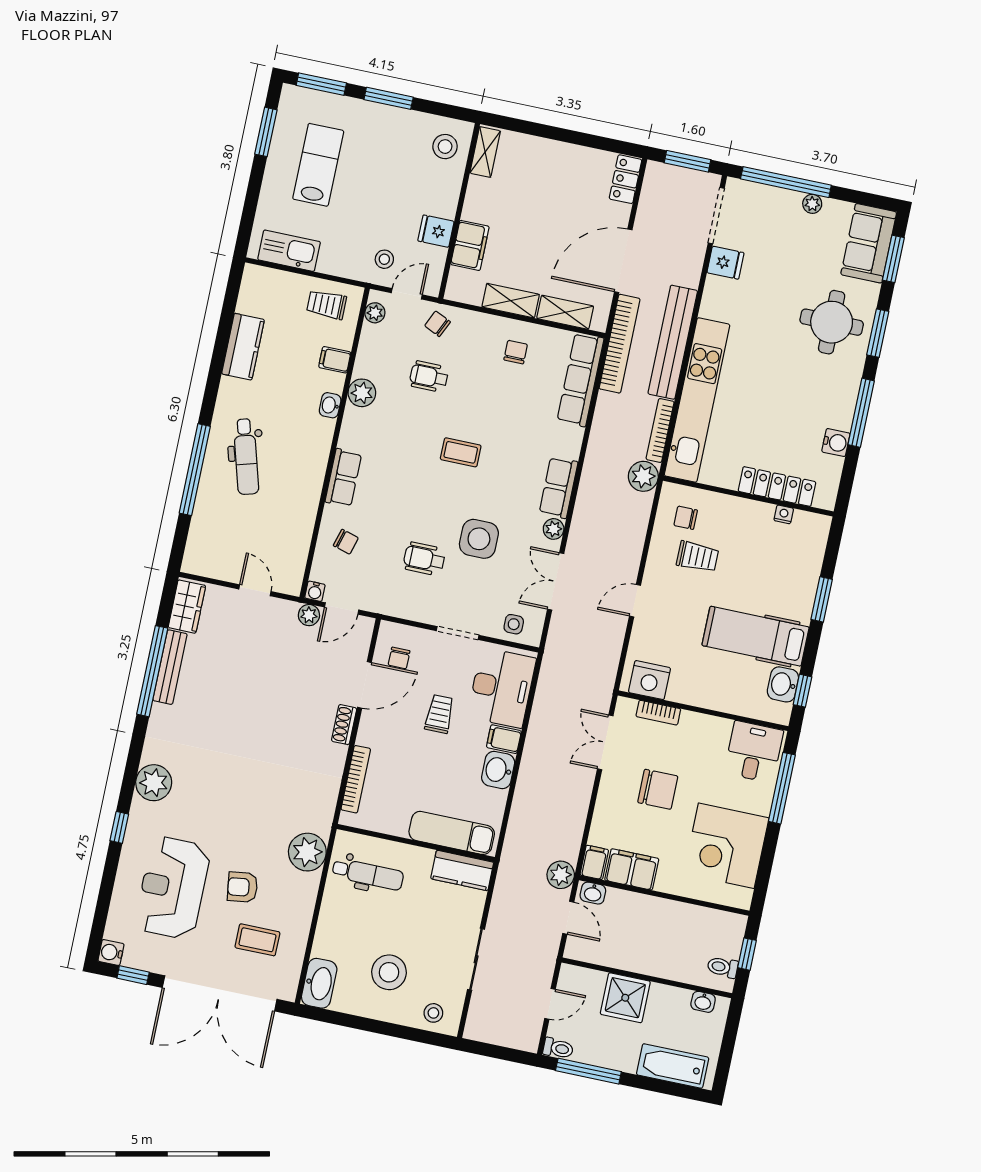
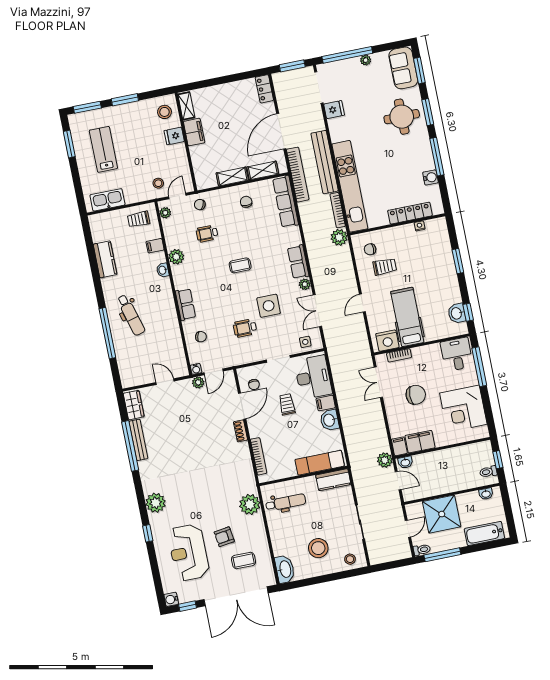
fridge: (436, 231) -> (174, 136), moved
filing cabinet: (470, 245) -> (194, 132), moved
hospital bed: (756, 636) -> (407, 317), moved, turned 90
shower: (625, 998) -> (442, 514), width x1.37, depth x1.37

